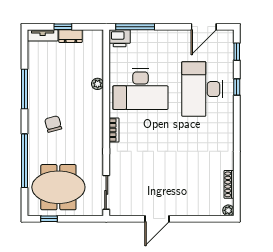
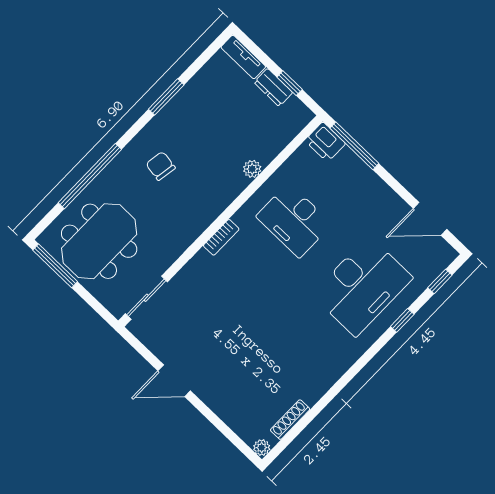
window: (63, 27) -> (290, 83), moved
window: (25, 89) -> (166, 97), width x0.69
desk: (140, 89) -> (294, 220), width x0.73, depth x0.77
desk: (202, 89) -> (362, 286), turned 180
chair: (53, 124) -> (161, 166), turned -66
meeting table: (58, 187) -> (99, 241), turned 90
window: (49, 219) -> (55, 266), width x2.17

